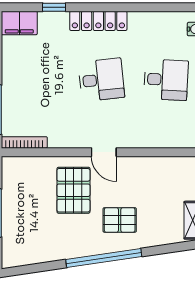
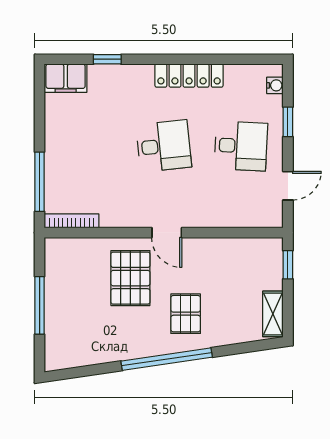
locker: (98, 21) -> (189, 76), moved
pallet: (120, 220) -> (186, 314), turned 90

